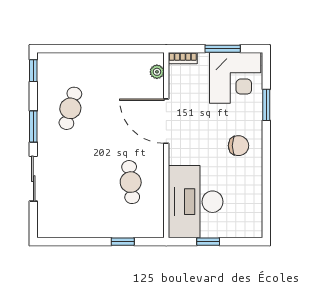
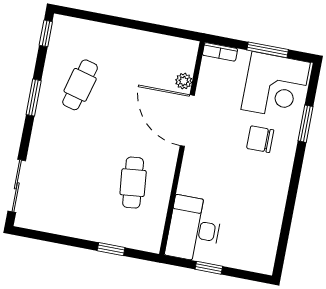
plant: (157, 72) -> (184, 81), moved
chair: (238, 146) -> (260, 139), moved, turned 180
sliding door: (33, 179) -> (17, 186), moved
desk: (196, 202) -> (194, 229), width x0.73, depth x0.77

